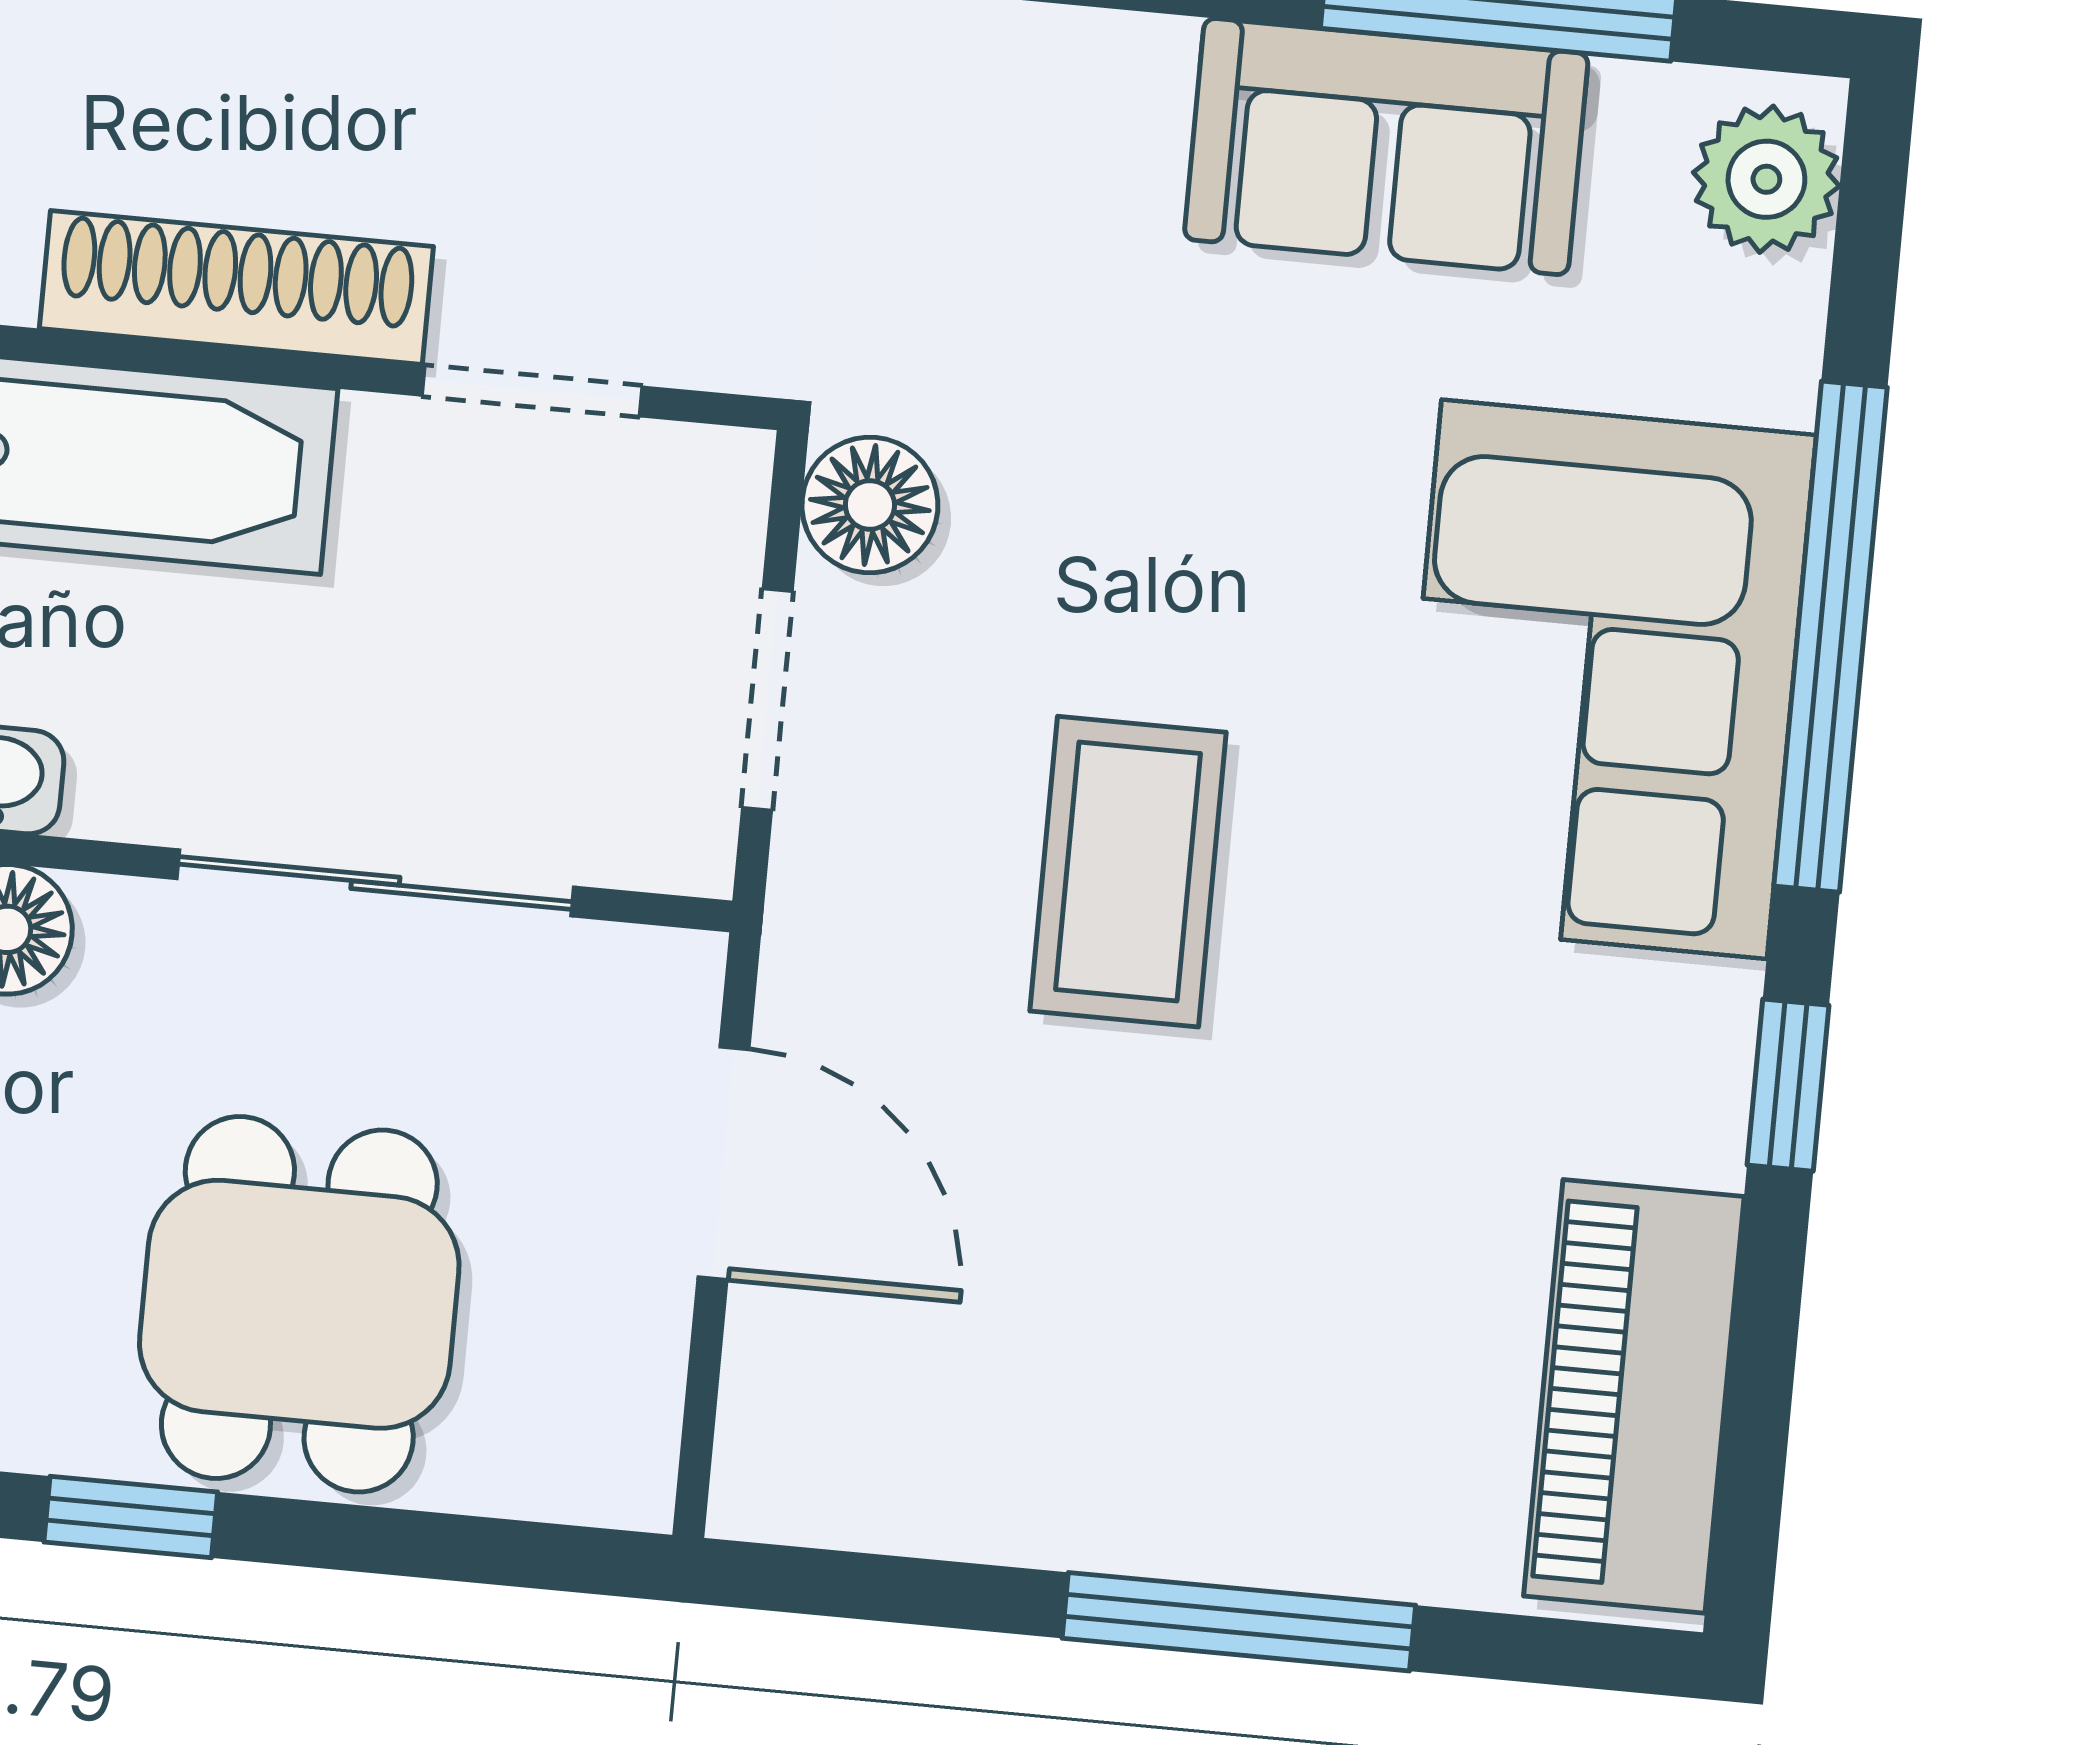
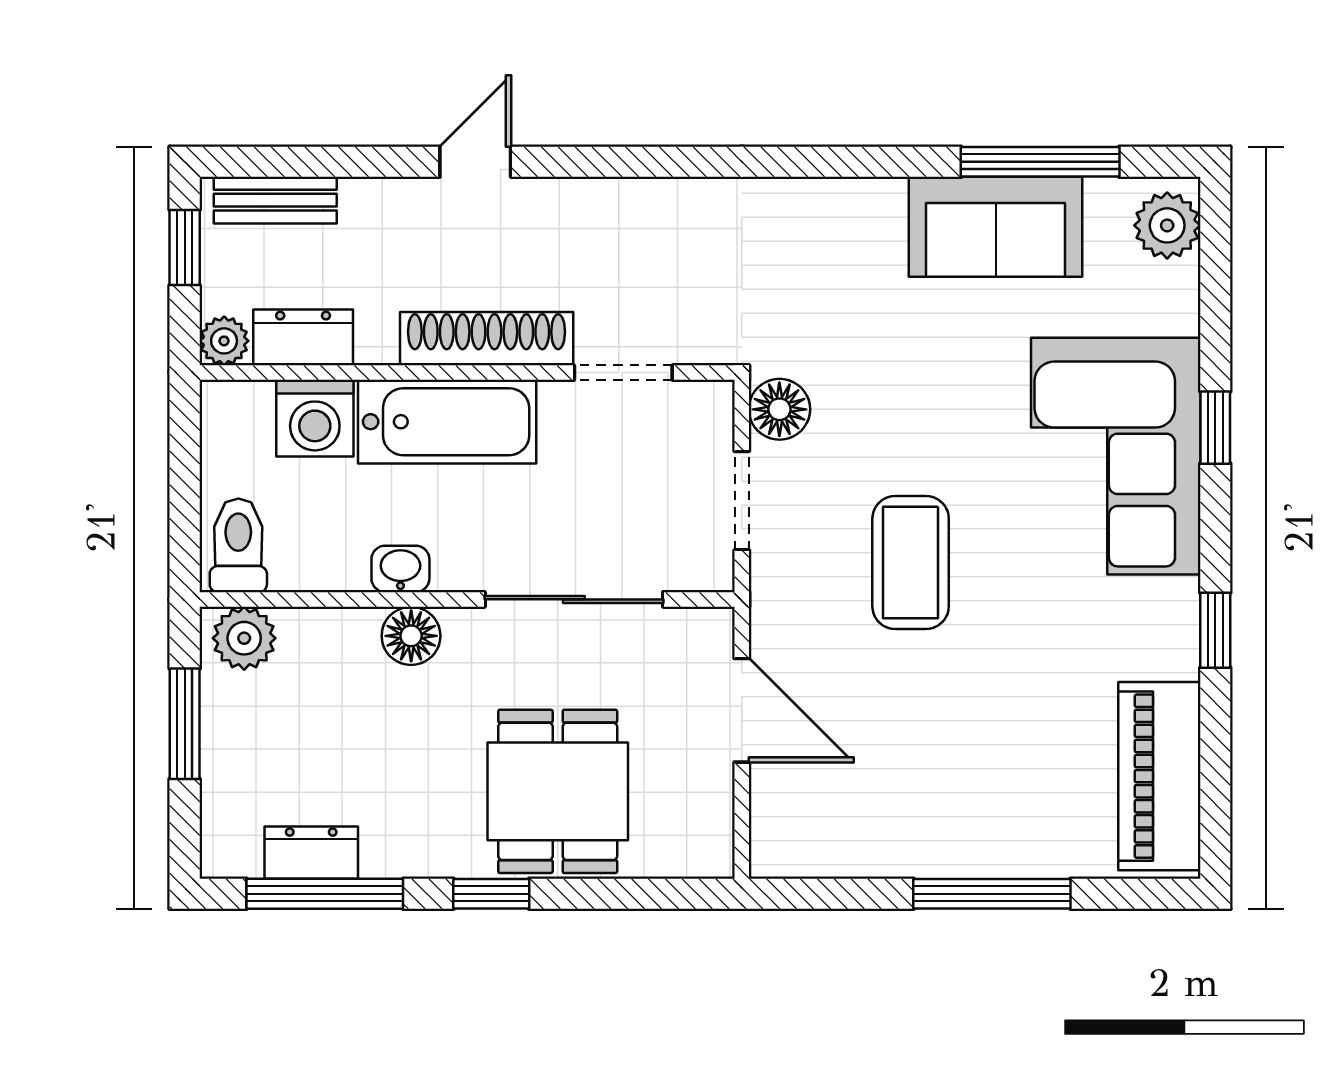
window: (1830, 637) -> (1215, 428), width x0.32

